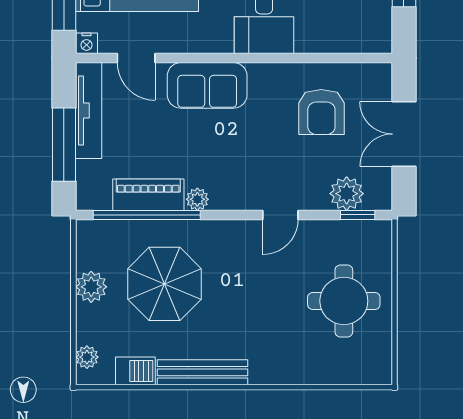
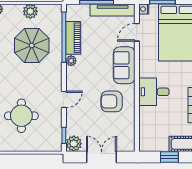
armchair: (321, 112) -> (112, 101), moved
plant: (347, 194) -> (74, 144), moved
door: (280, 215) -> (64, 99), swing flipped
round table: (344, 301) -> (21, 116), moved

